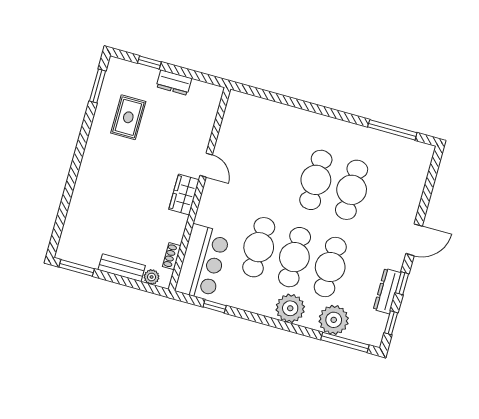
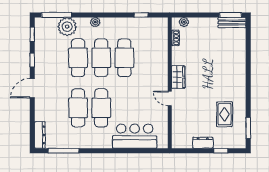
bar counter: (202, 262) -> (135, 136), moved, turned 90
bench: (122, 268) -> (232, 23), moved
dresser: (387, 291) -> (40, 135), moved
plant: (290, 308) -> (95, 22), width x0.53, depth x0.53

